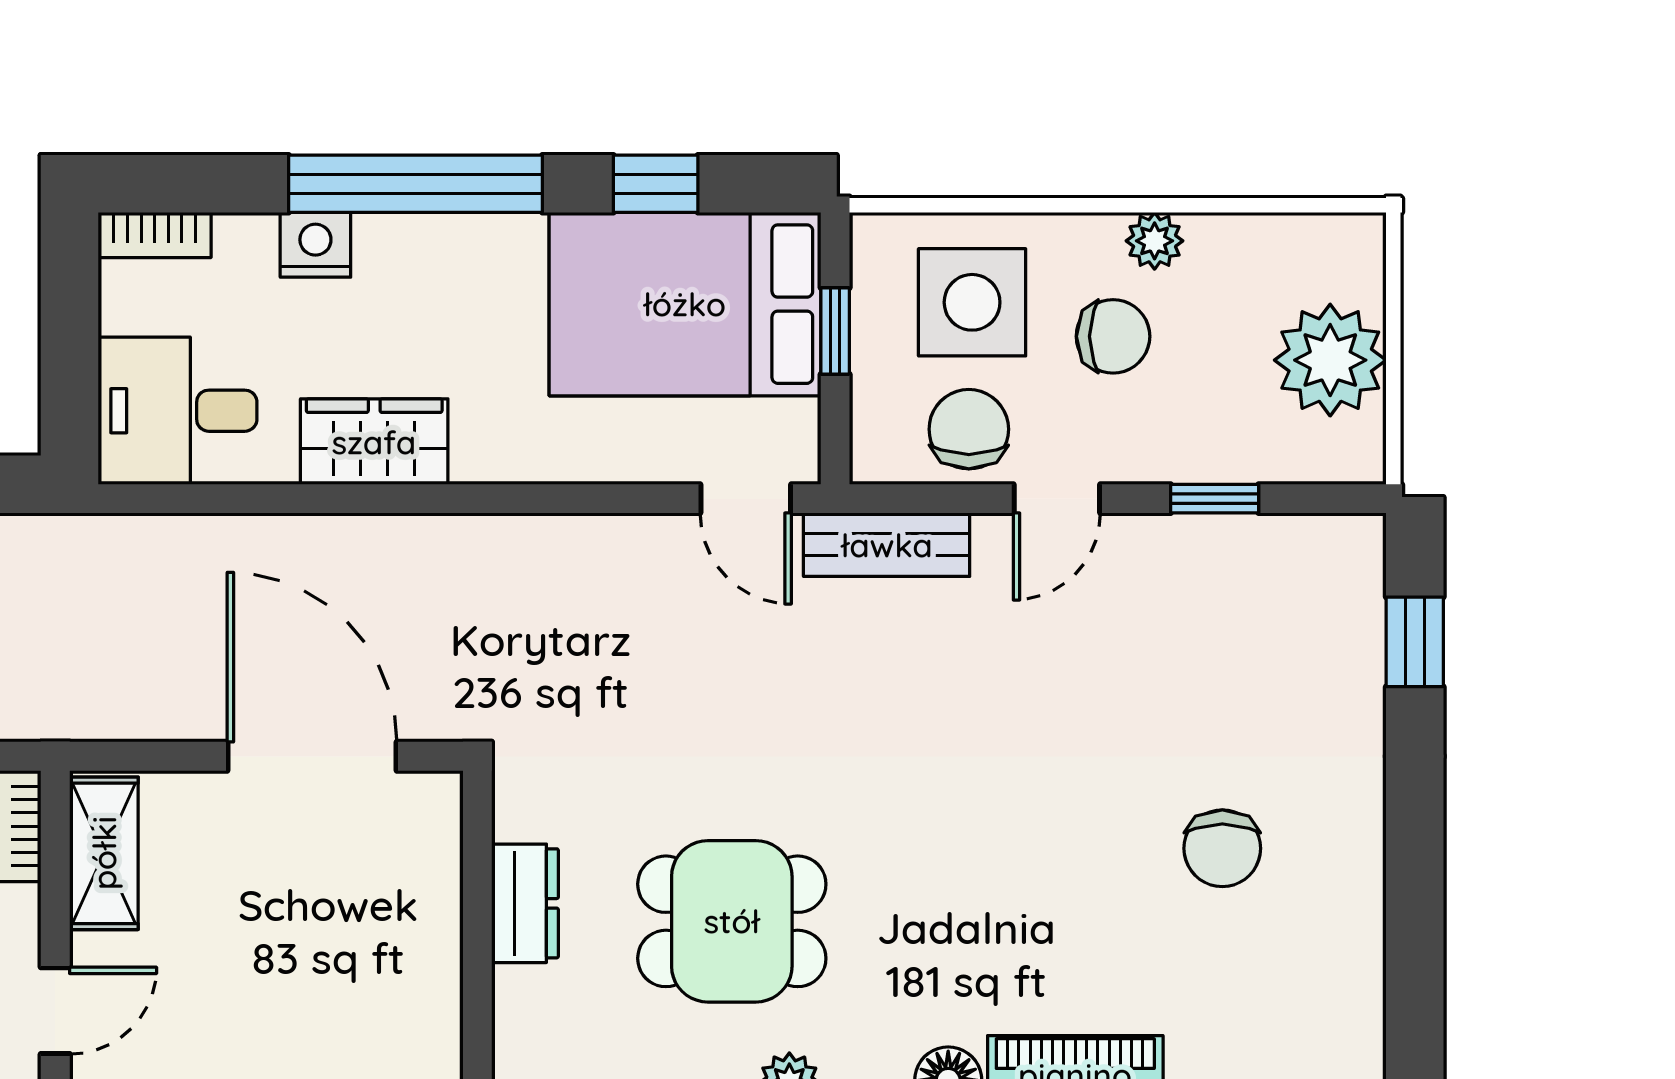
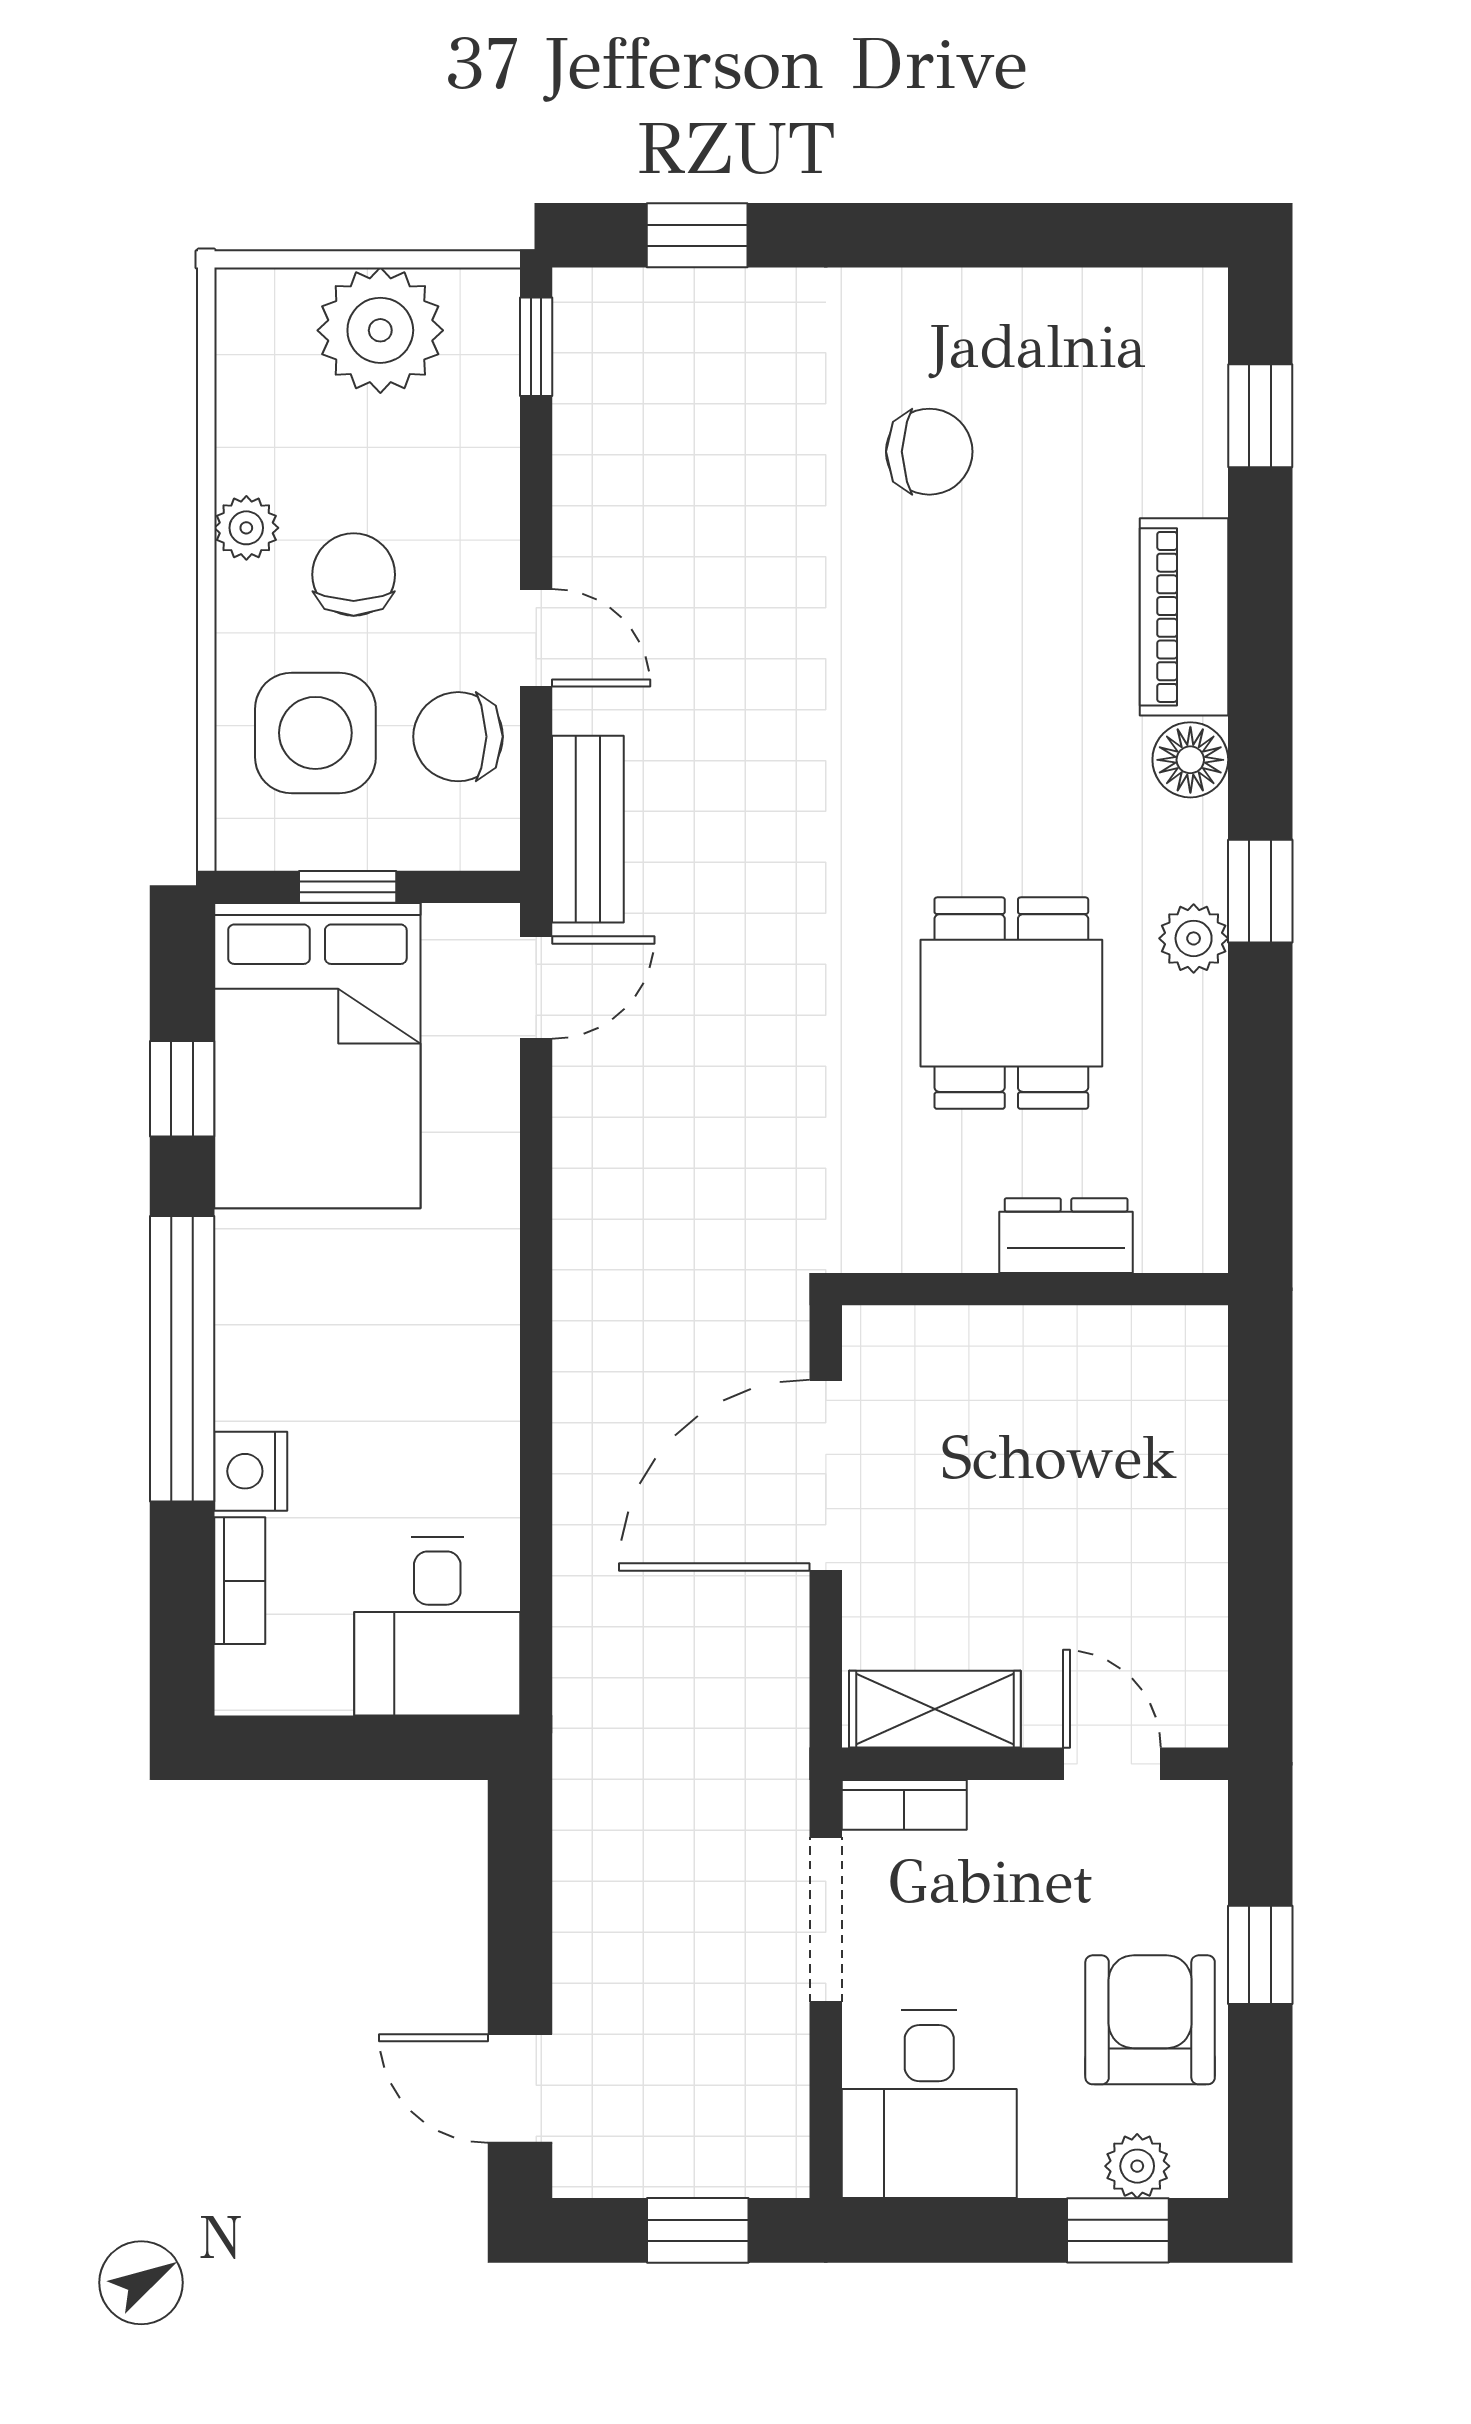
bookcase: (155, 235) -> (240, 1581), moved
wardrobe: (374, 442) -> (472, 1405), removed
window: (1215, 499) -> (536, 347), moved
dresser: (525, 903) -> (1066, 1236), moved

